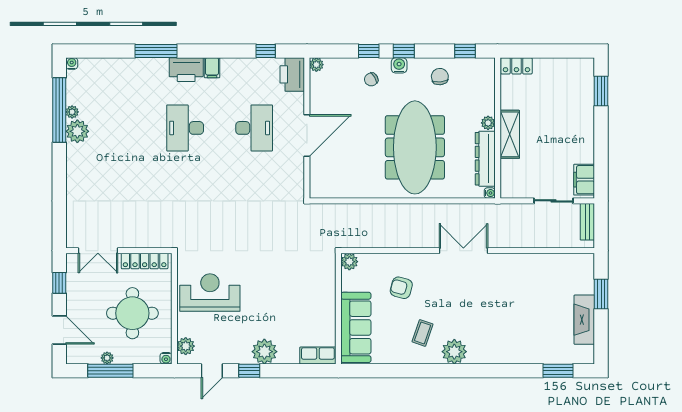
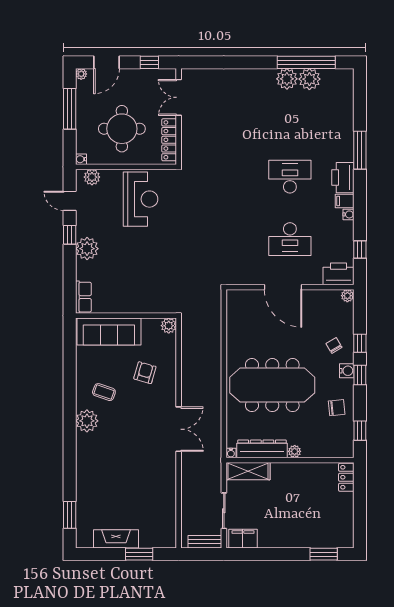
water cooler: (72, 63) -> (348, 214), moved
plant: (72, 112) -> (309, 79), width x1.88, depth x1.88
shelving: (510, 134) -> (248, 471), moved
plant: (107, 358) -> (81, 74), moved

